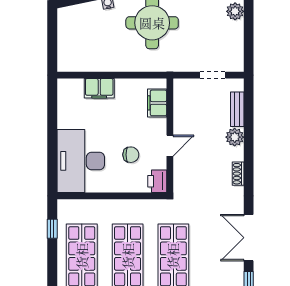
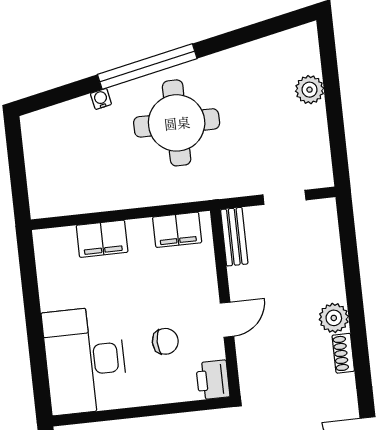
filing cabinet: (157, 103) -> (177, 230), moved, turned -90
bench: (237, 109) -> (234, 237), moved
plant: (235, 137) -> (334, 318), moved

